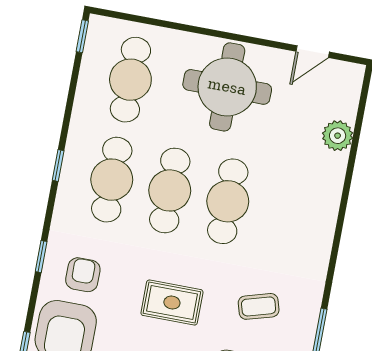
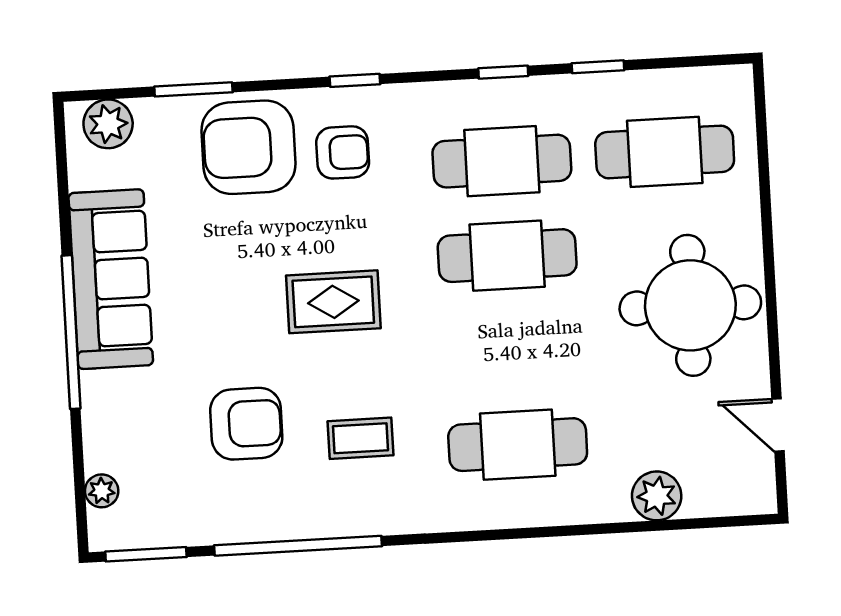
window: (82, 36) -> (598, 67), moved
cafe table: (228, 201) -> (518, 445), moved
rug: (172, 303) -> (333, 302), turned 90
coffee table: (259, 306) -> (360, 438), turned -74

